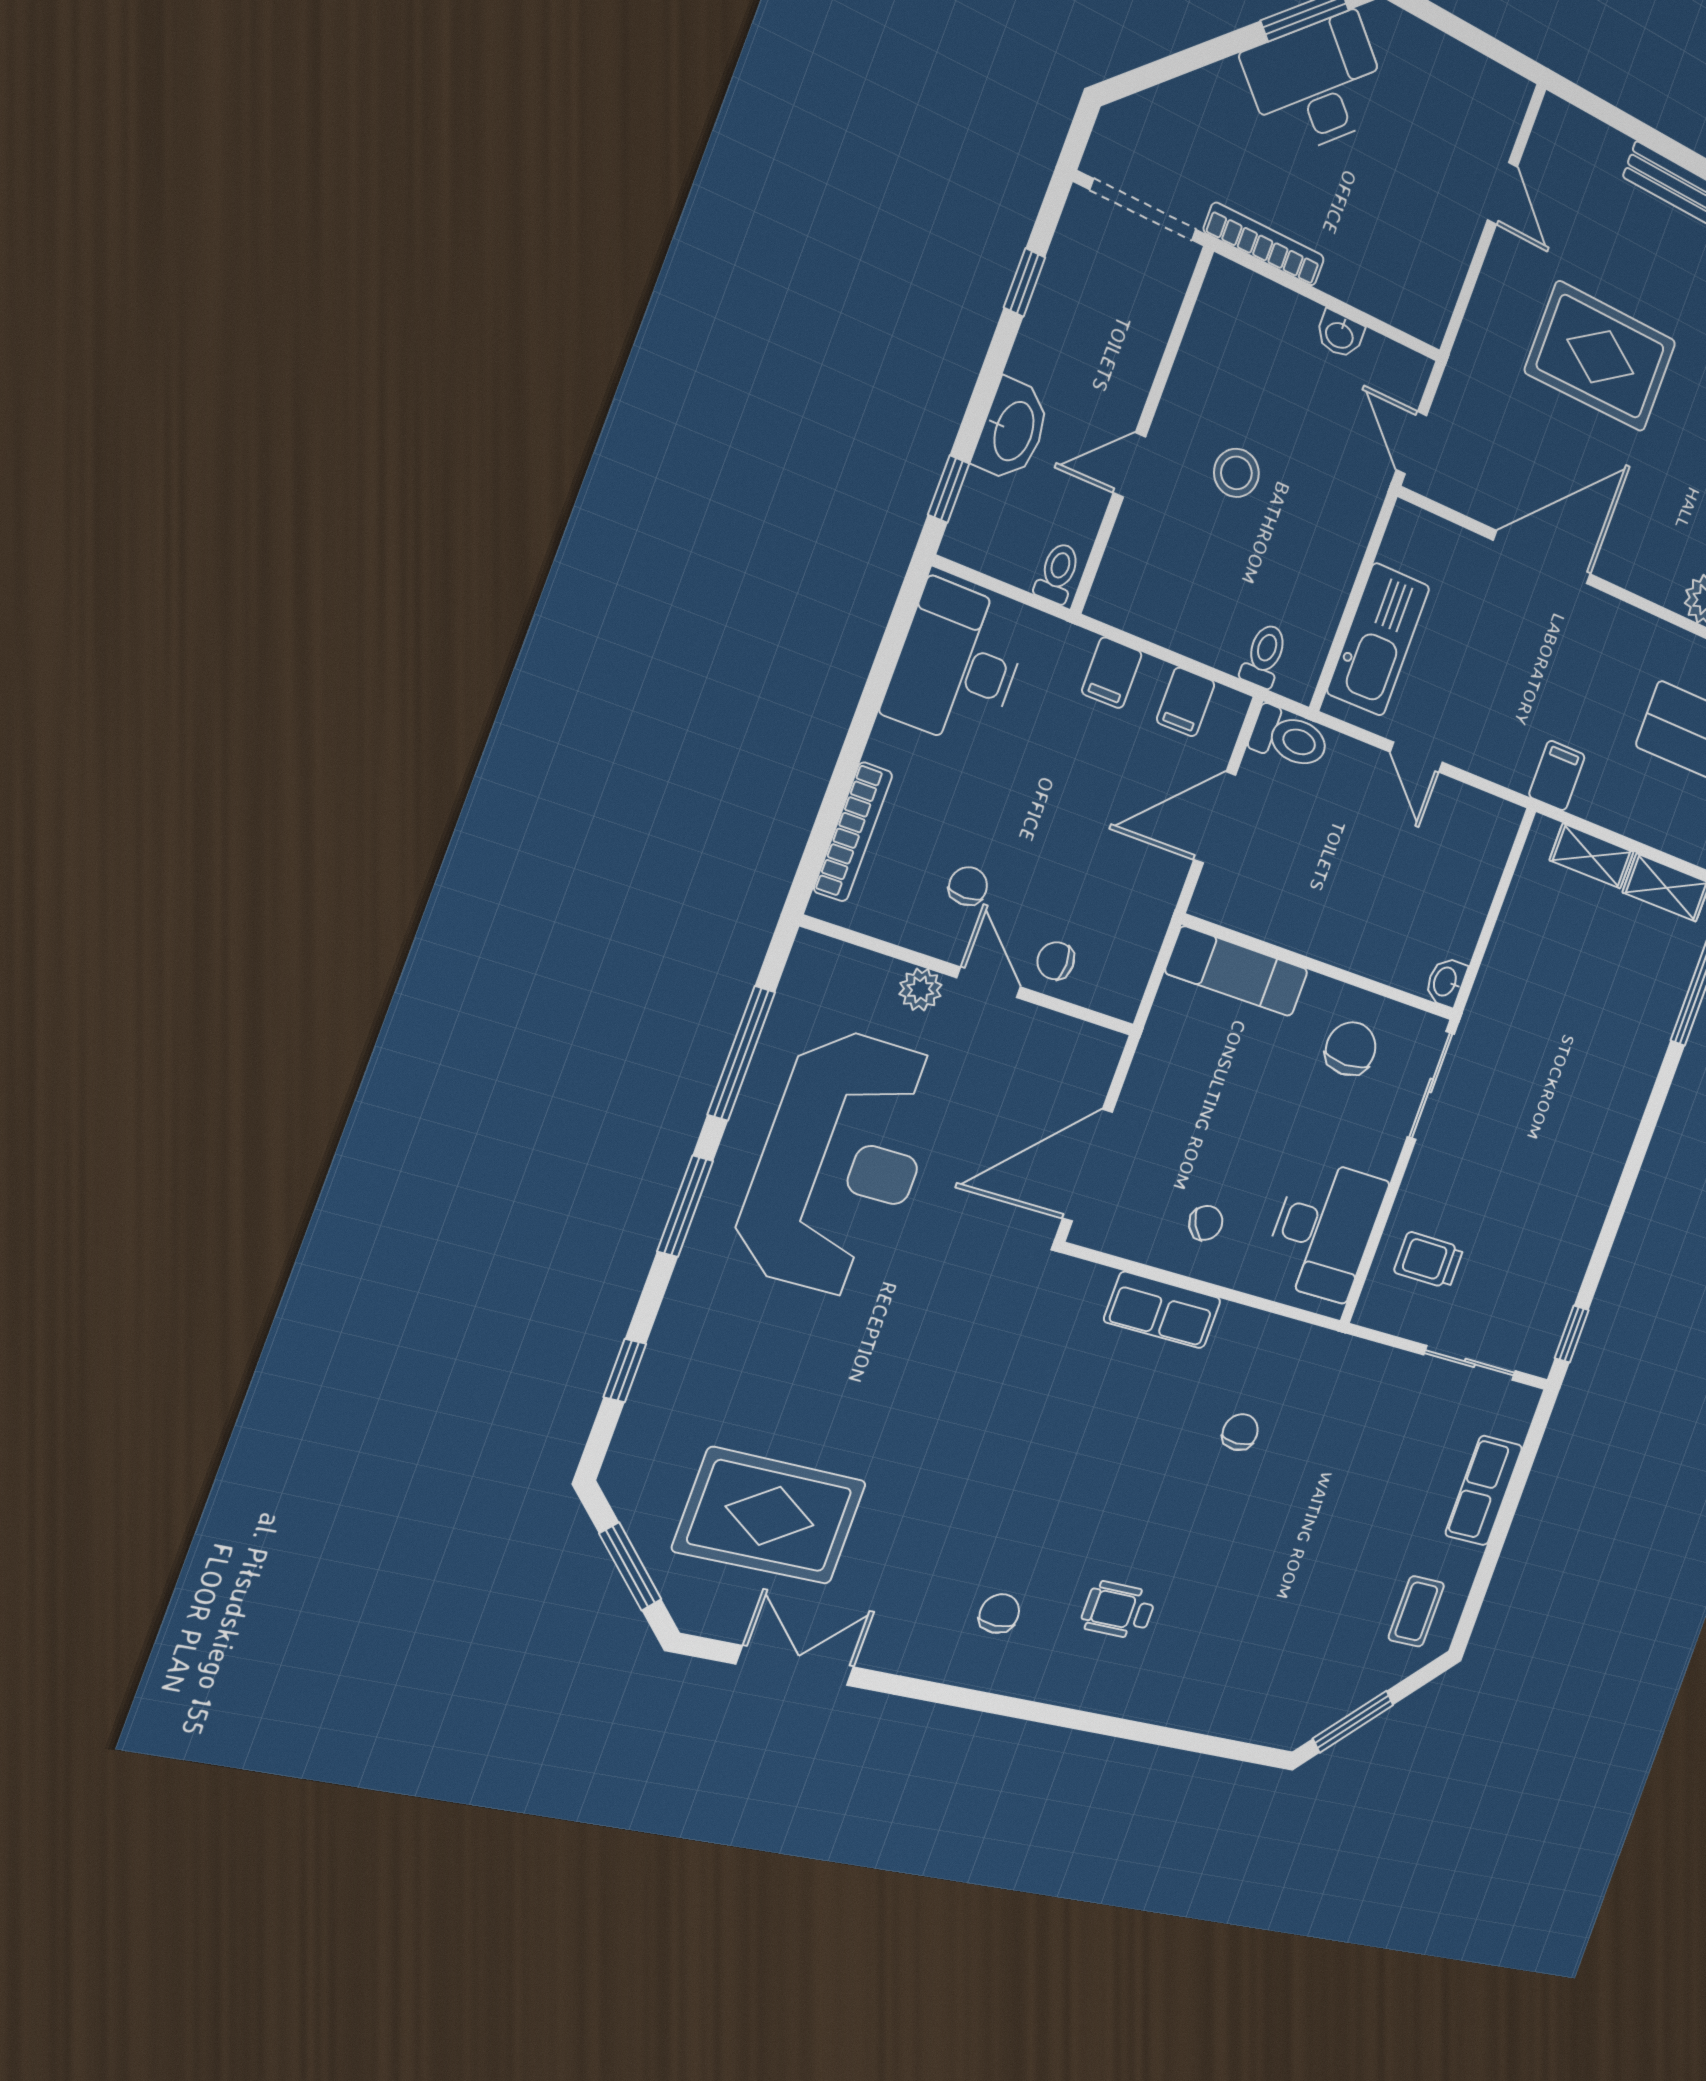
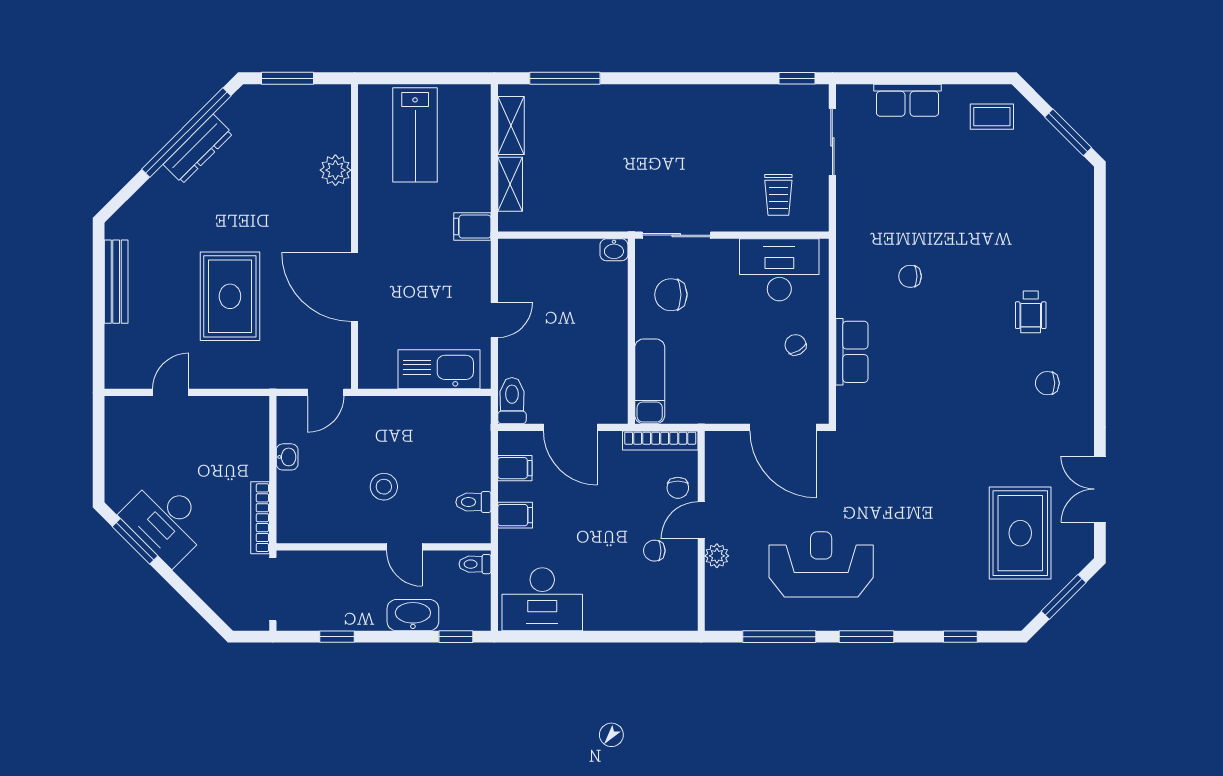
toilet: (1264, 656) -> (473, 502), moved
bookcase: (853, 832) -> (660, 441), moved, turned 180
reception desk: (841, 1163) -> (821, 564), width x0.74, depth x0.77

